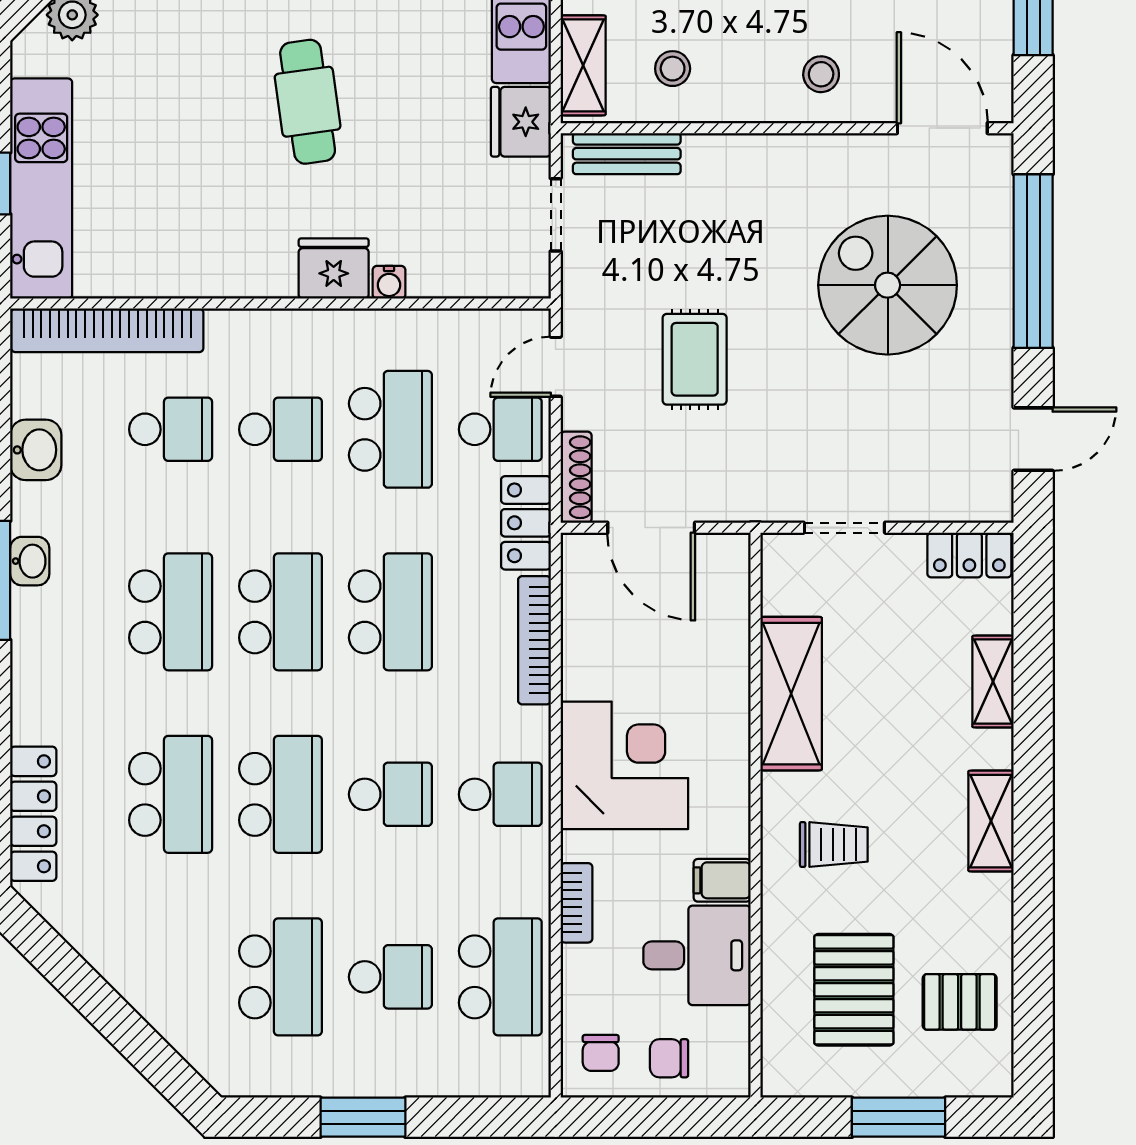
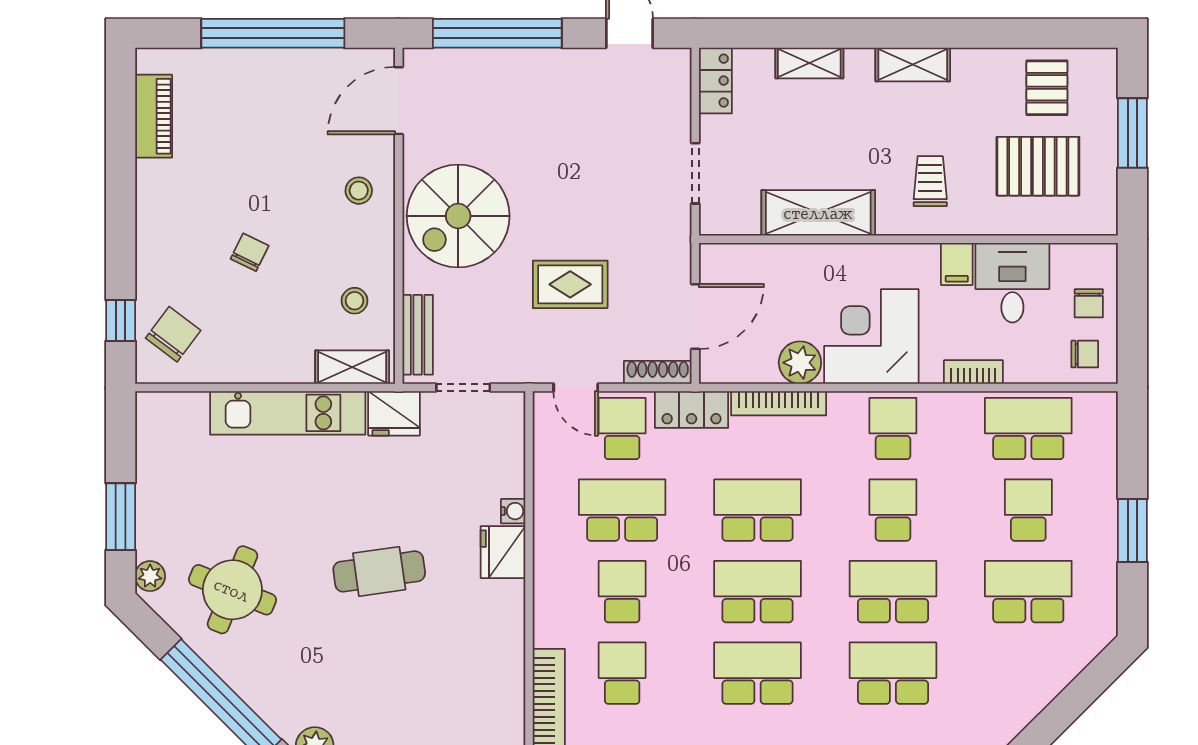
spiral stairs: (888, 285) -> (458, 216), moved
plant: (589, 669) -> (800, 363), added

